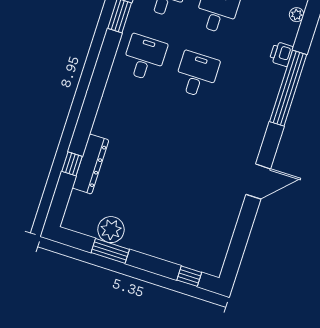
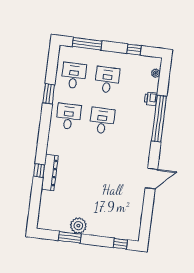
window: (72, 164) -> (39, 171), moved
dresser: (90, 164) -> (50, 172), moved
plant: (111, 230) -> (78, 226), moved

